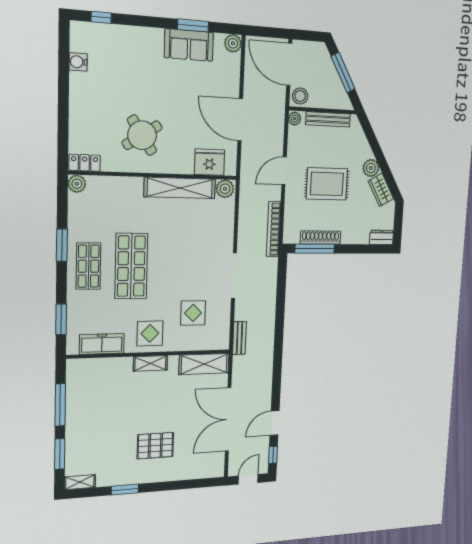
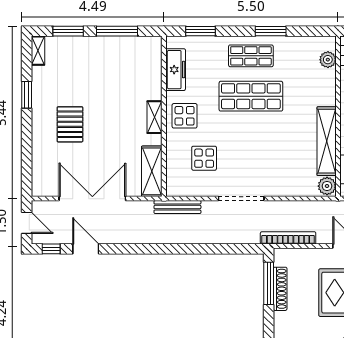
plant: (77, 184) -> (328, 60), moved
bench: (239, 338) -> (177, 207), width x1.36

